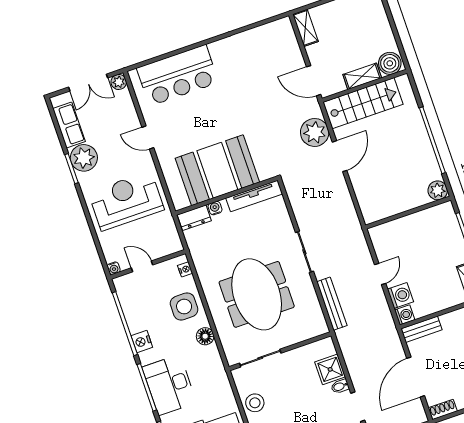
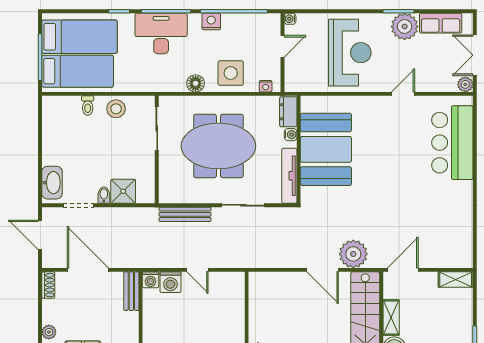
booth: (217, 170) -> (326, 149), moved
wall: (226, 196) -> (299, 150), moved
tv unit: (254, 196) -> (289, 176), moved
water cooler: (215, 208) -> (291, 135), moved
dresser: (194, 218) -> (288, 112), moved

